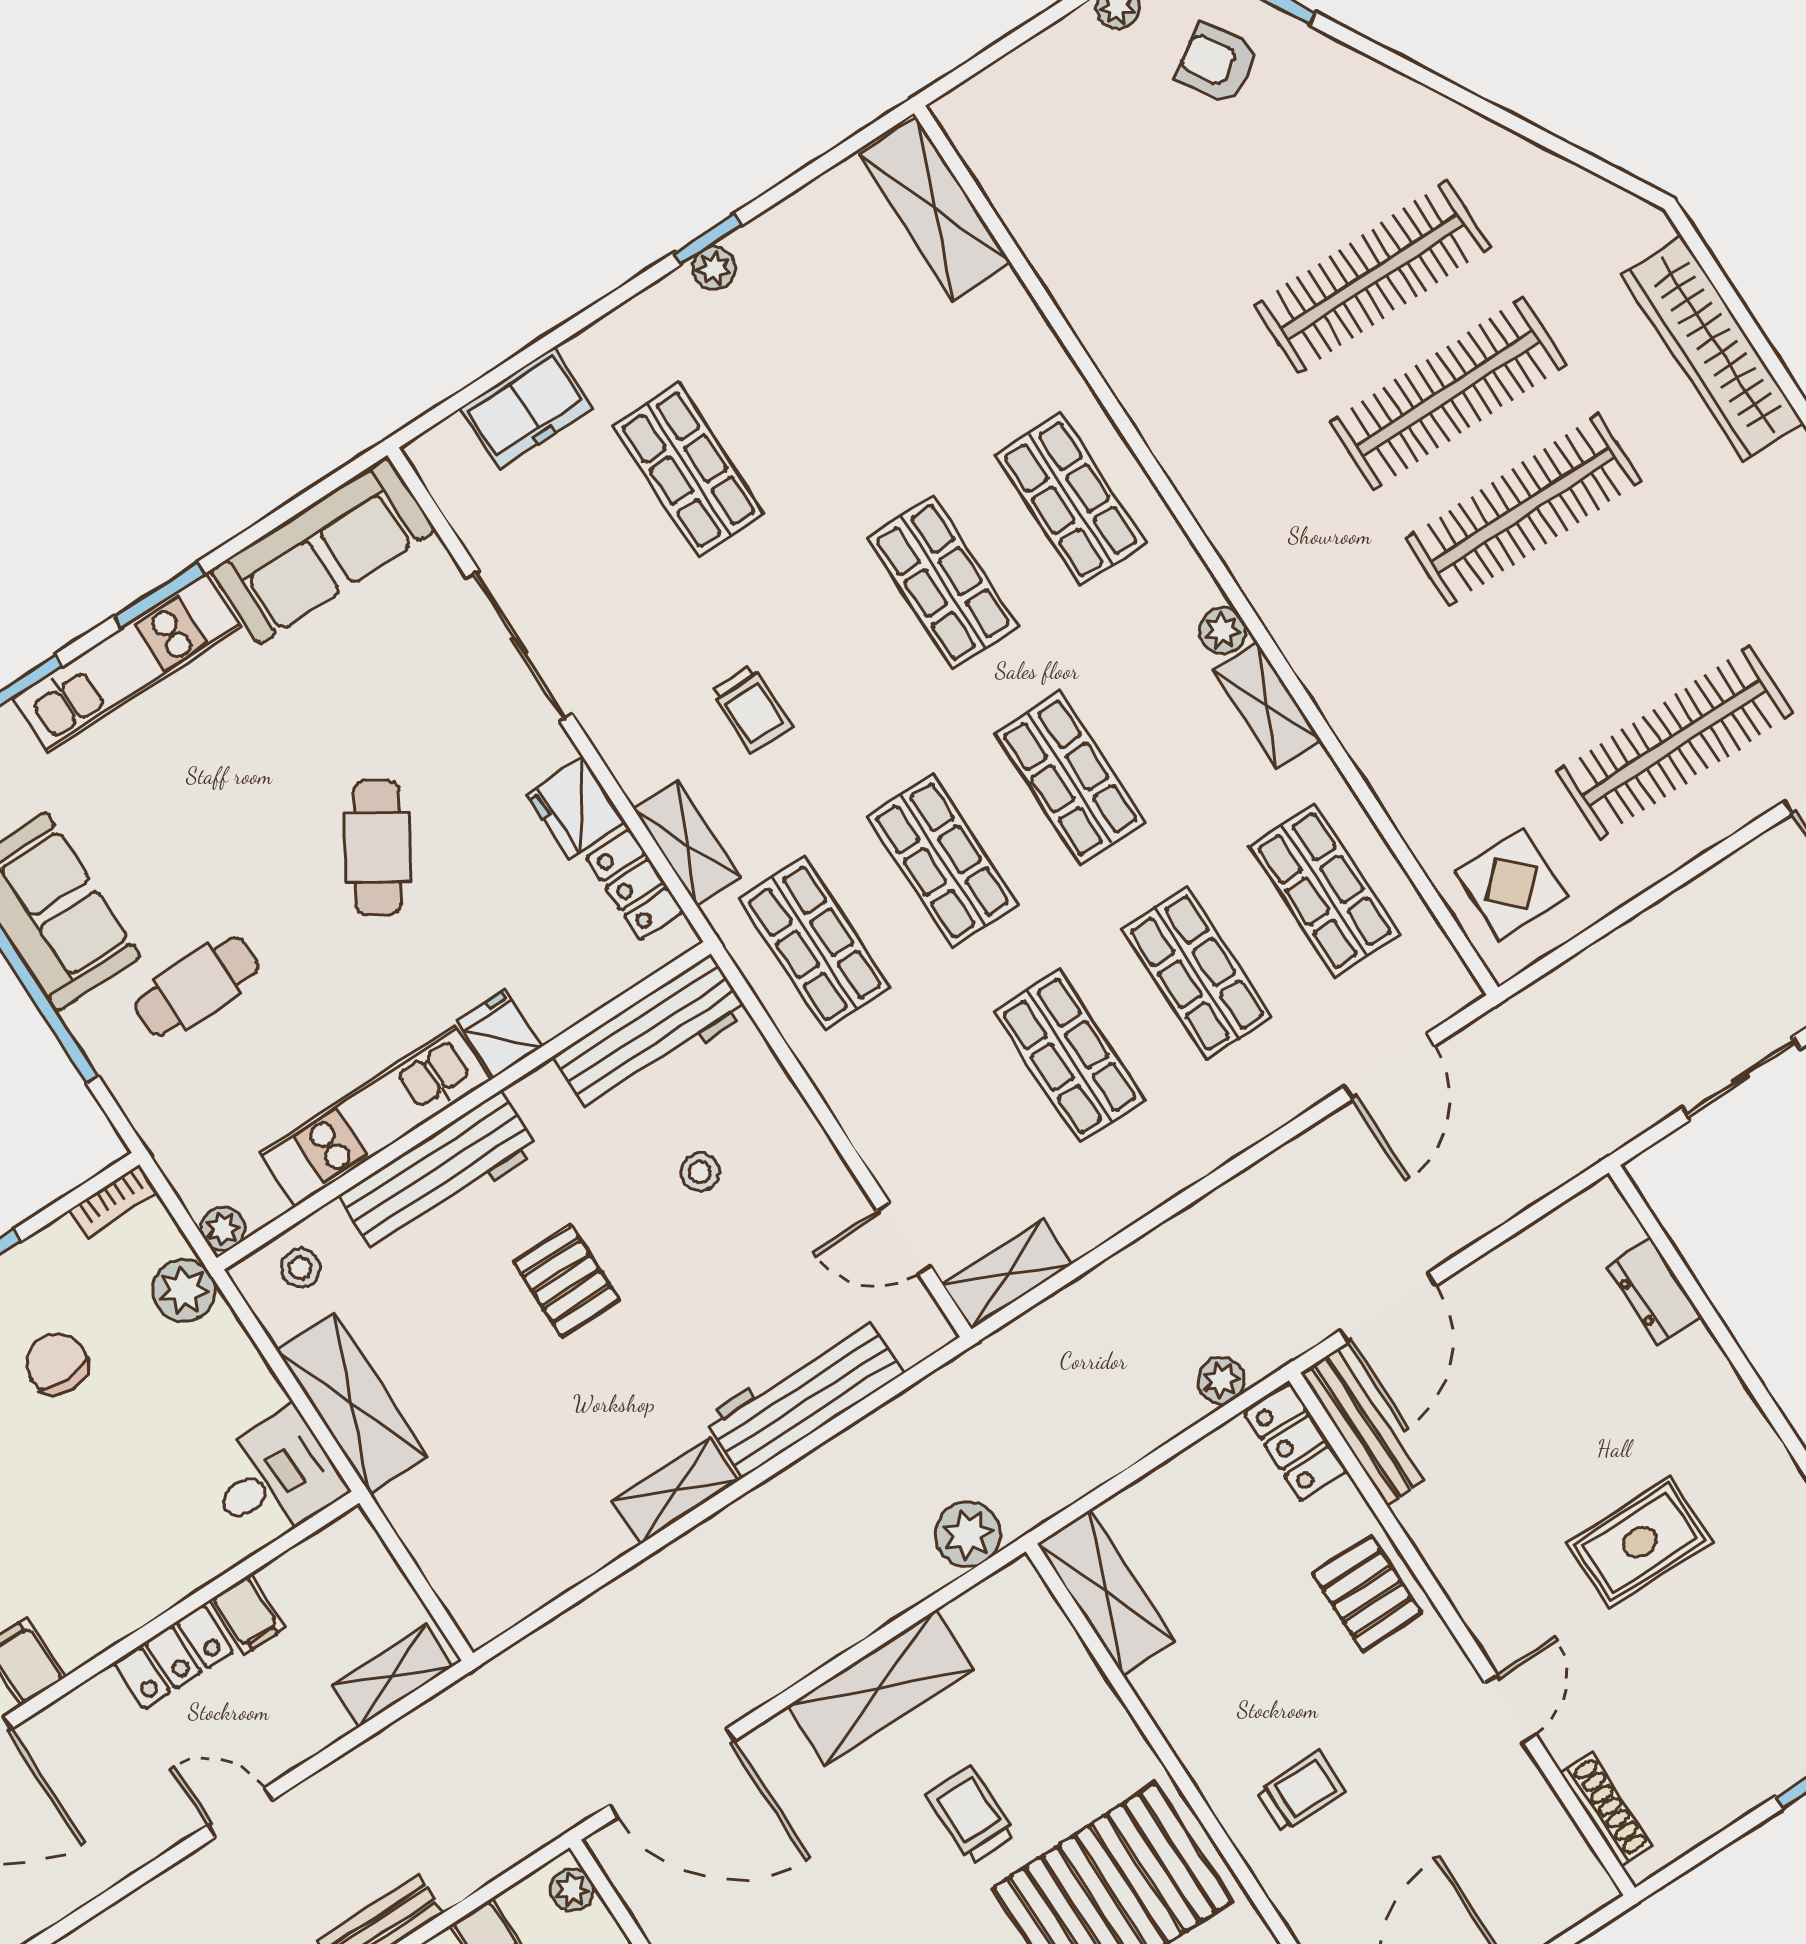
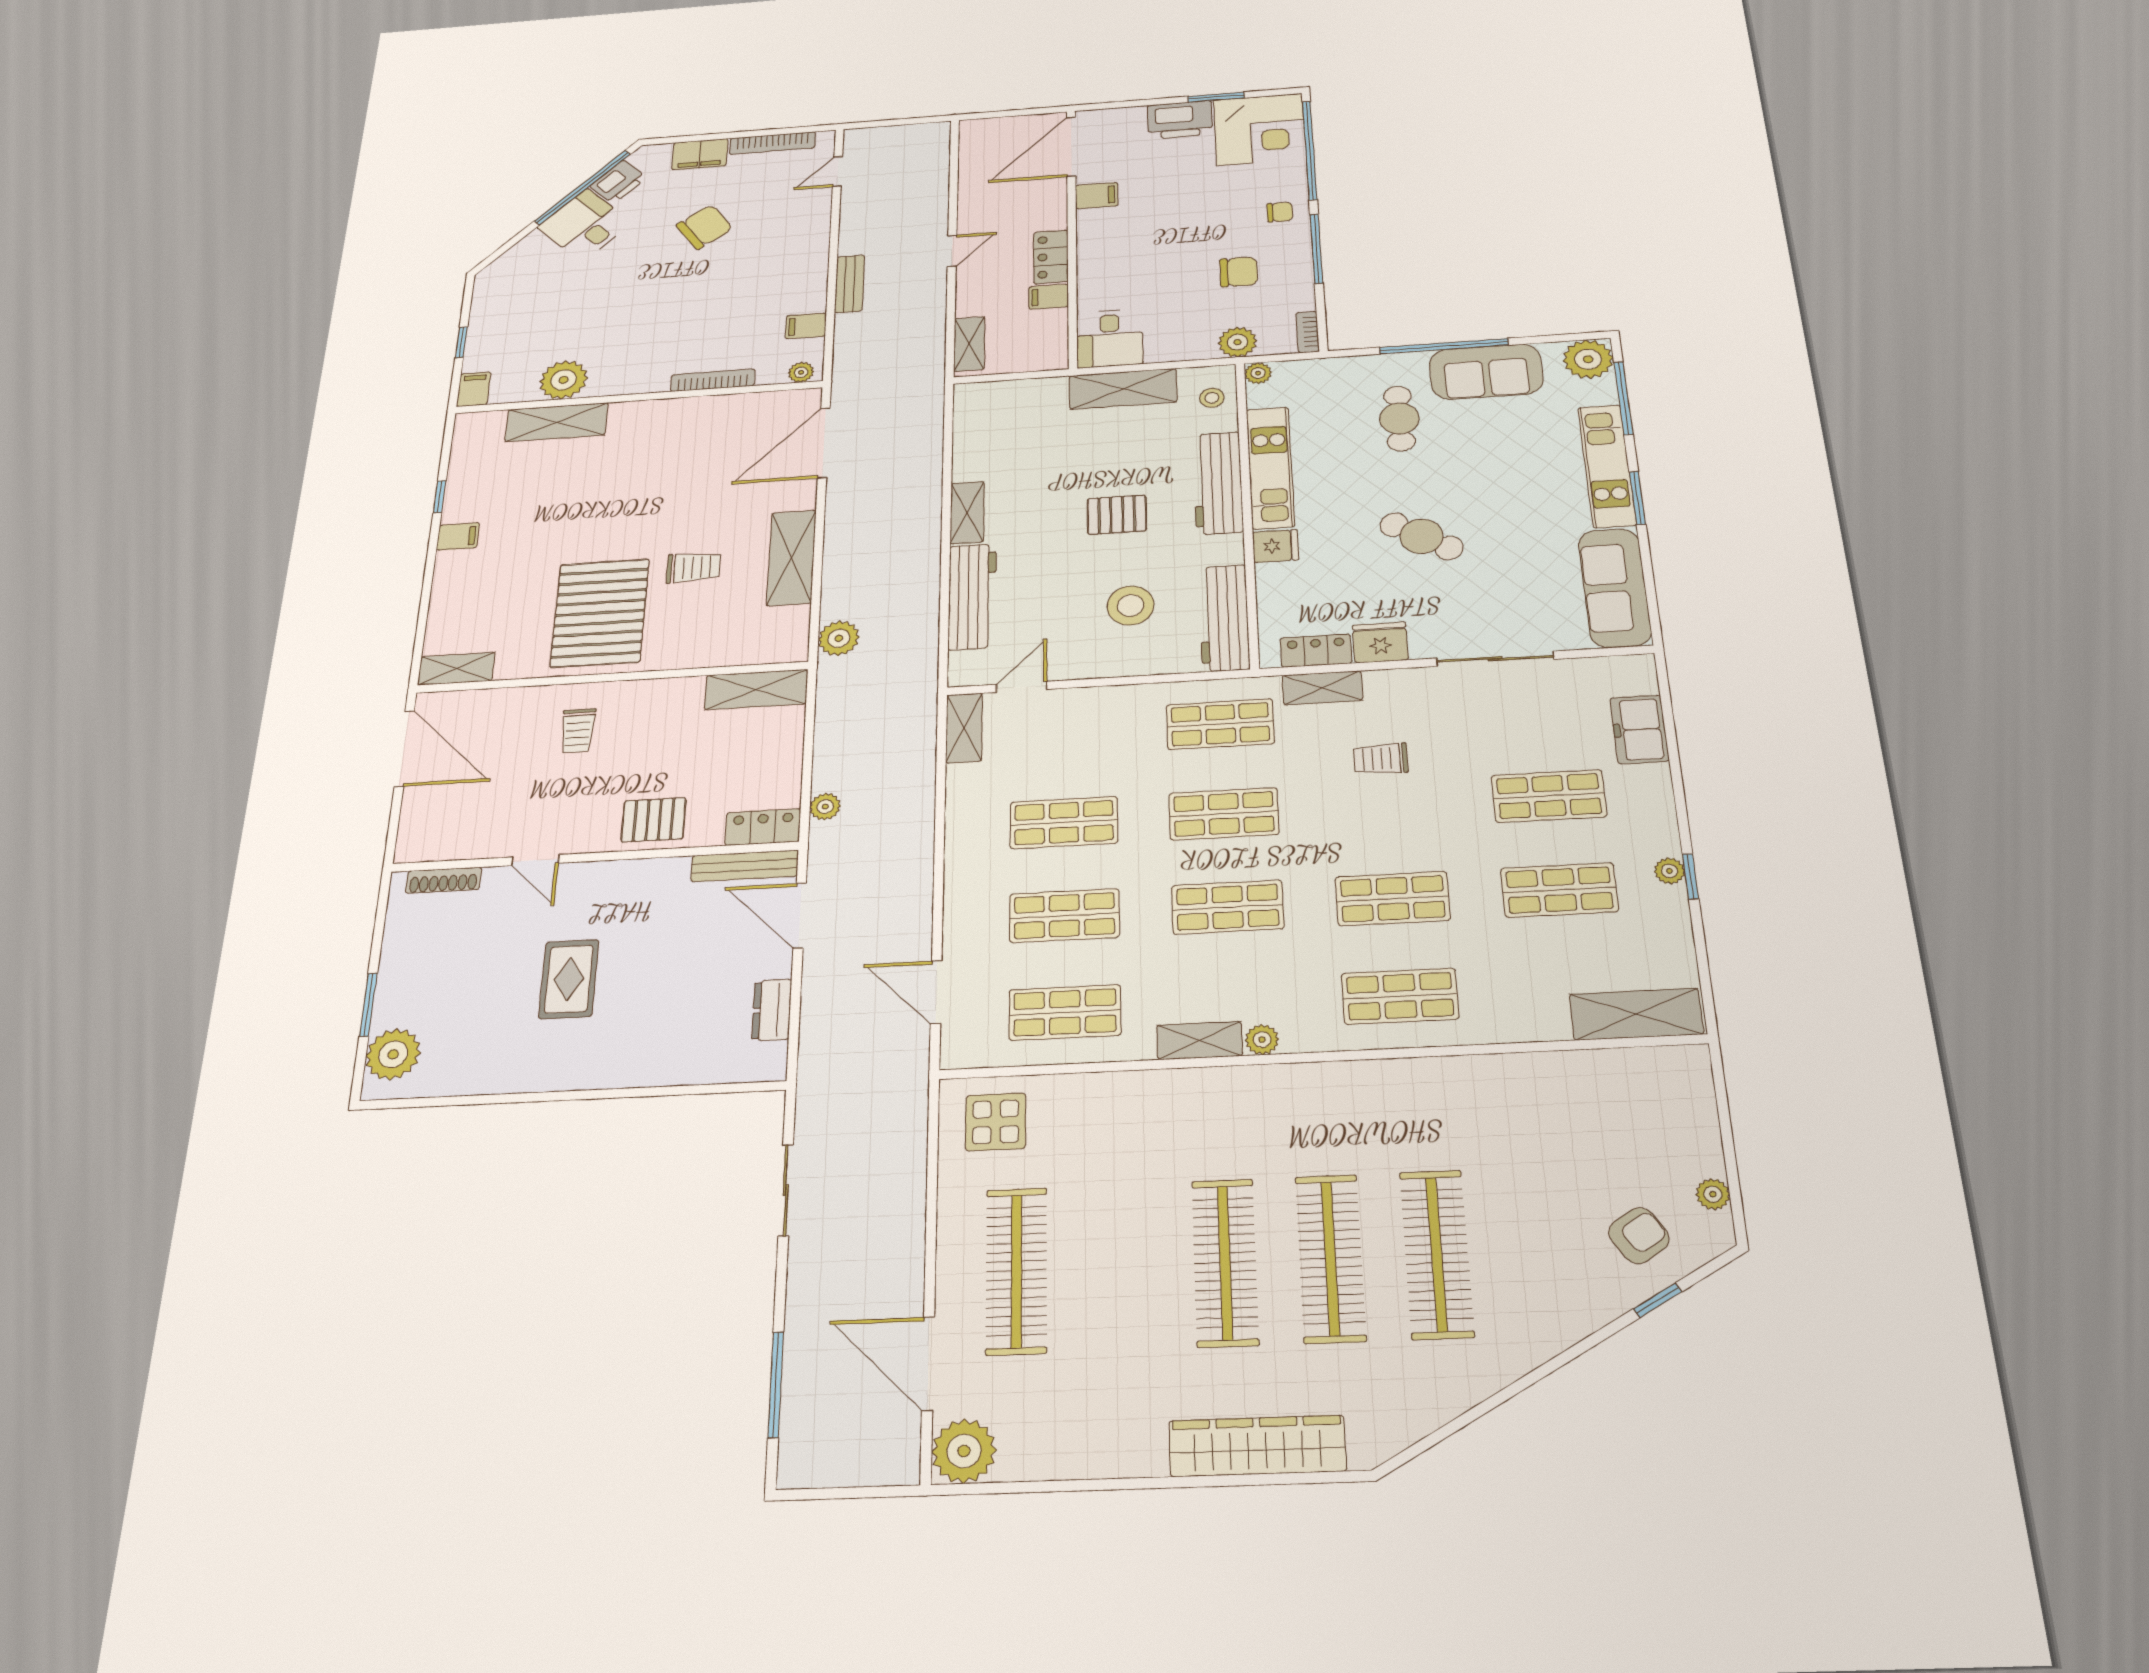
shop shelf: (816, 387) -> (1559, 890), added
stool: (700, 1172) -> (1131, 605), width x1.89, depth x1.89
dresser: (1654, 1291) -> (772, 1010), moved, turned -90

